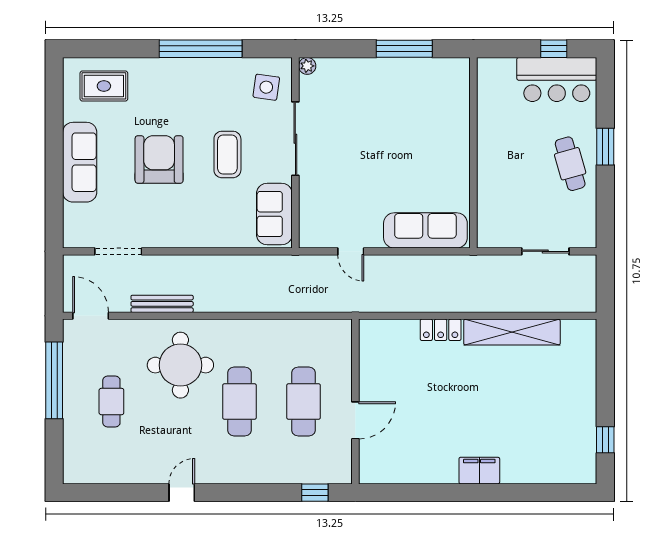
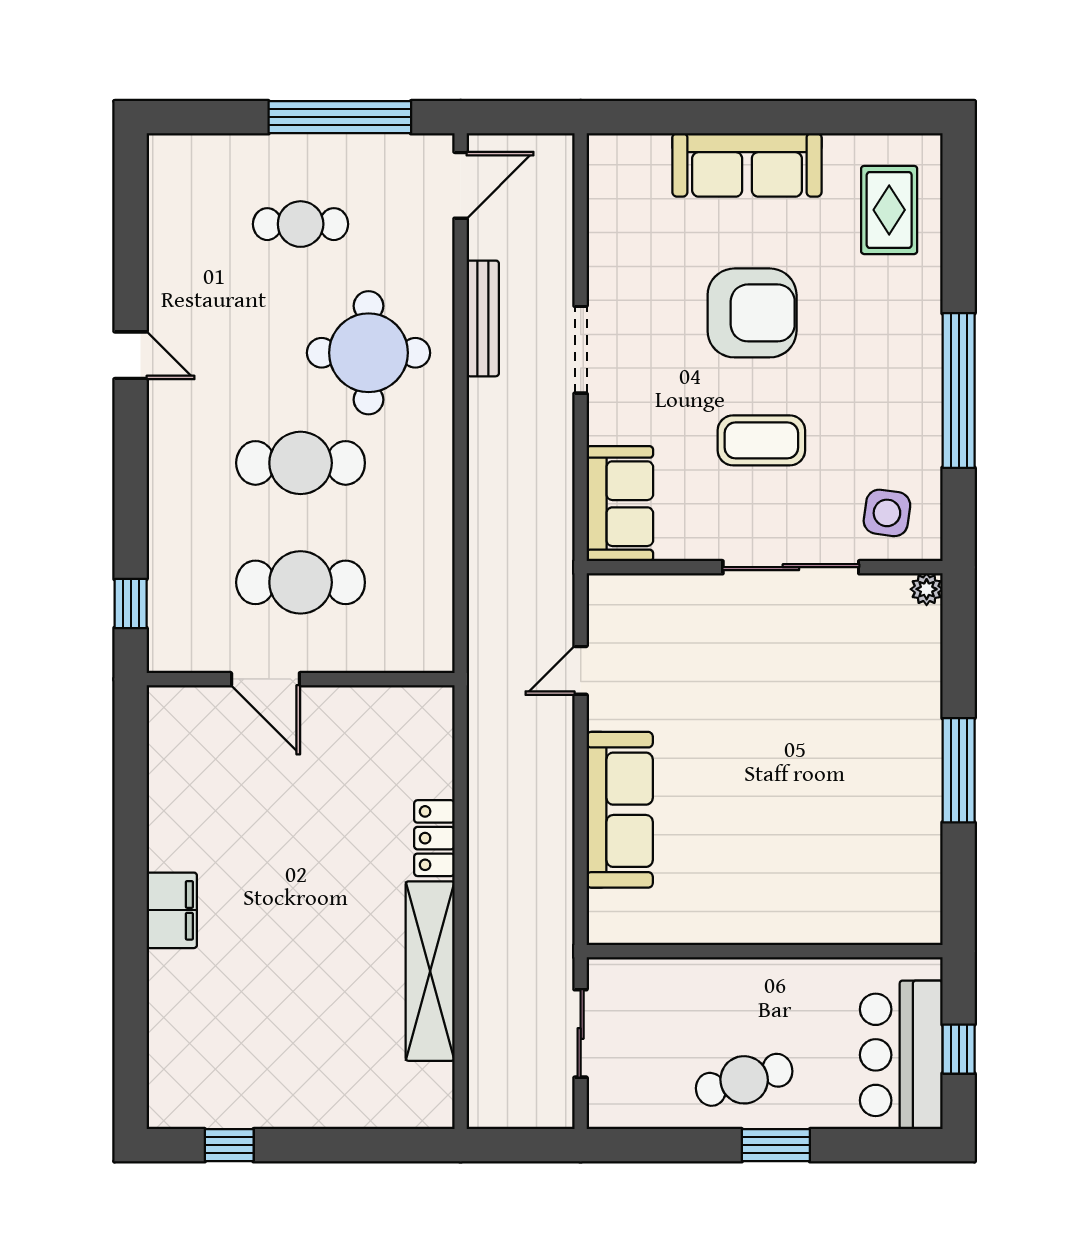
wall: (473, 153) -> (765, 951), moved
sofa: (274, 214) -> (620, 504), moved, turned 90
doorway: (118, 251) -> (581, 350), moved

